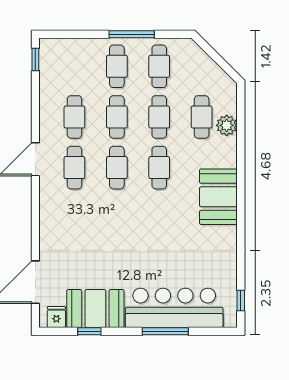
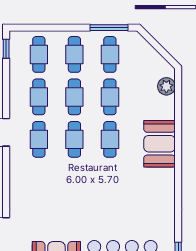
window: (132, 34) -> (109, 28), moved
cafe table: (202, 117) -> (39, 54), moved
plant: (227, 125) -> (166, 86), moved
booth: (218, 197) -> (160, 144), moved

